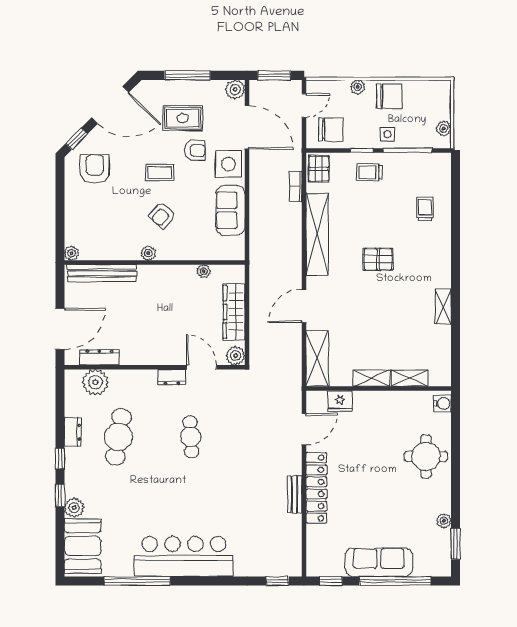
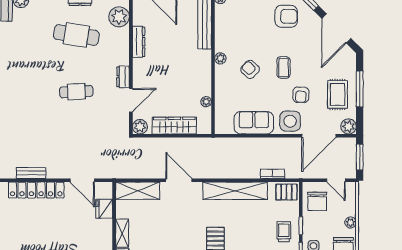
rug: (183, 118) -> (338, 94), moved
dresser: (100, 357) -> (139, 42), moved

